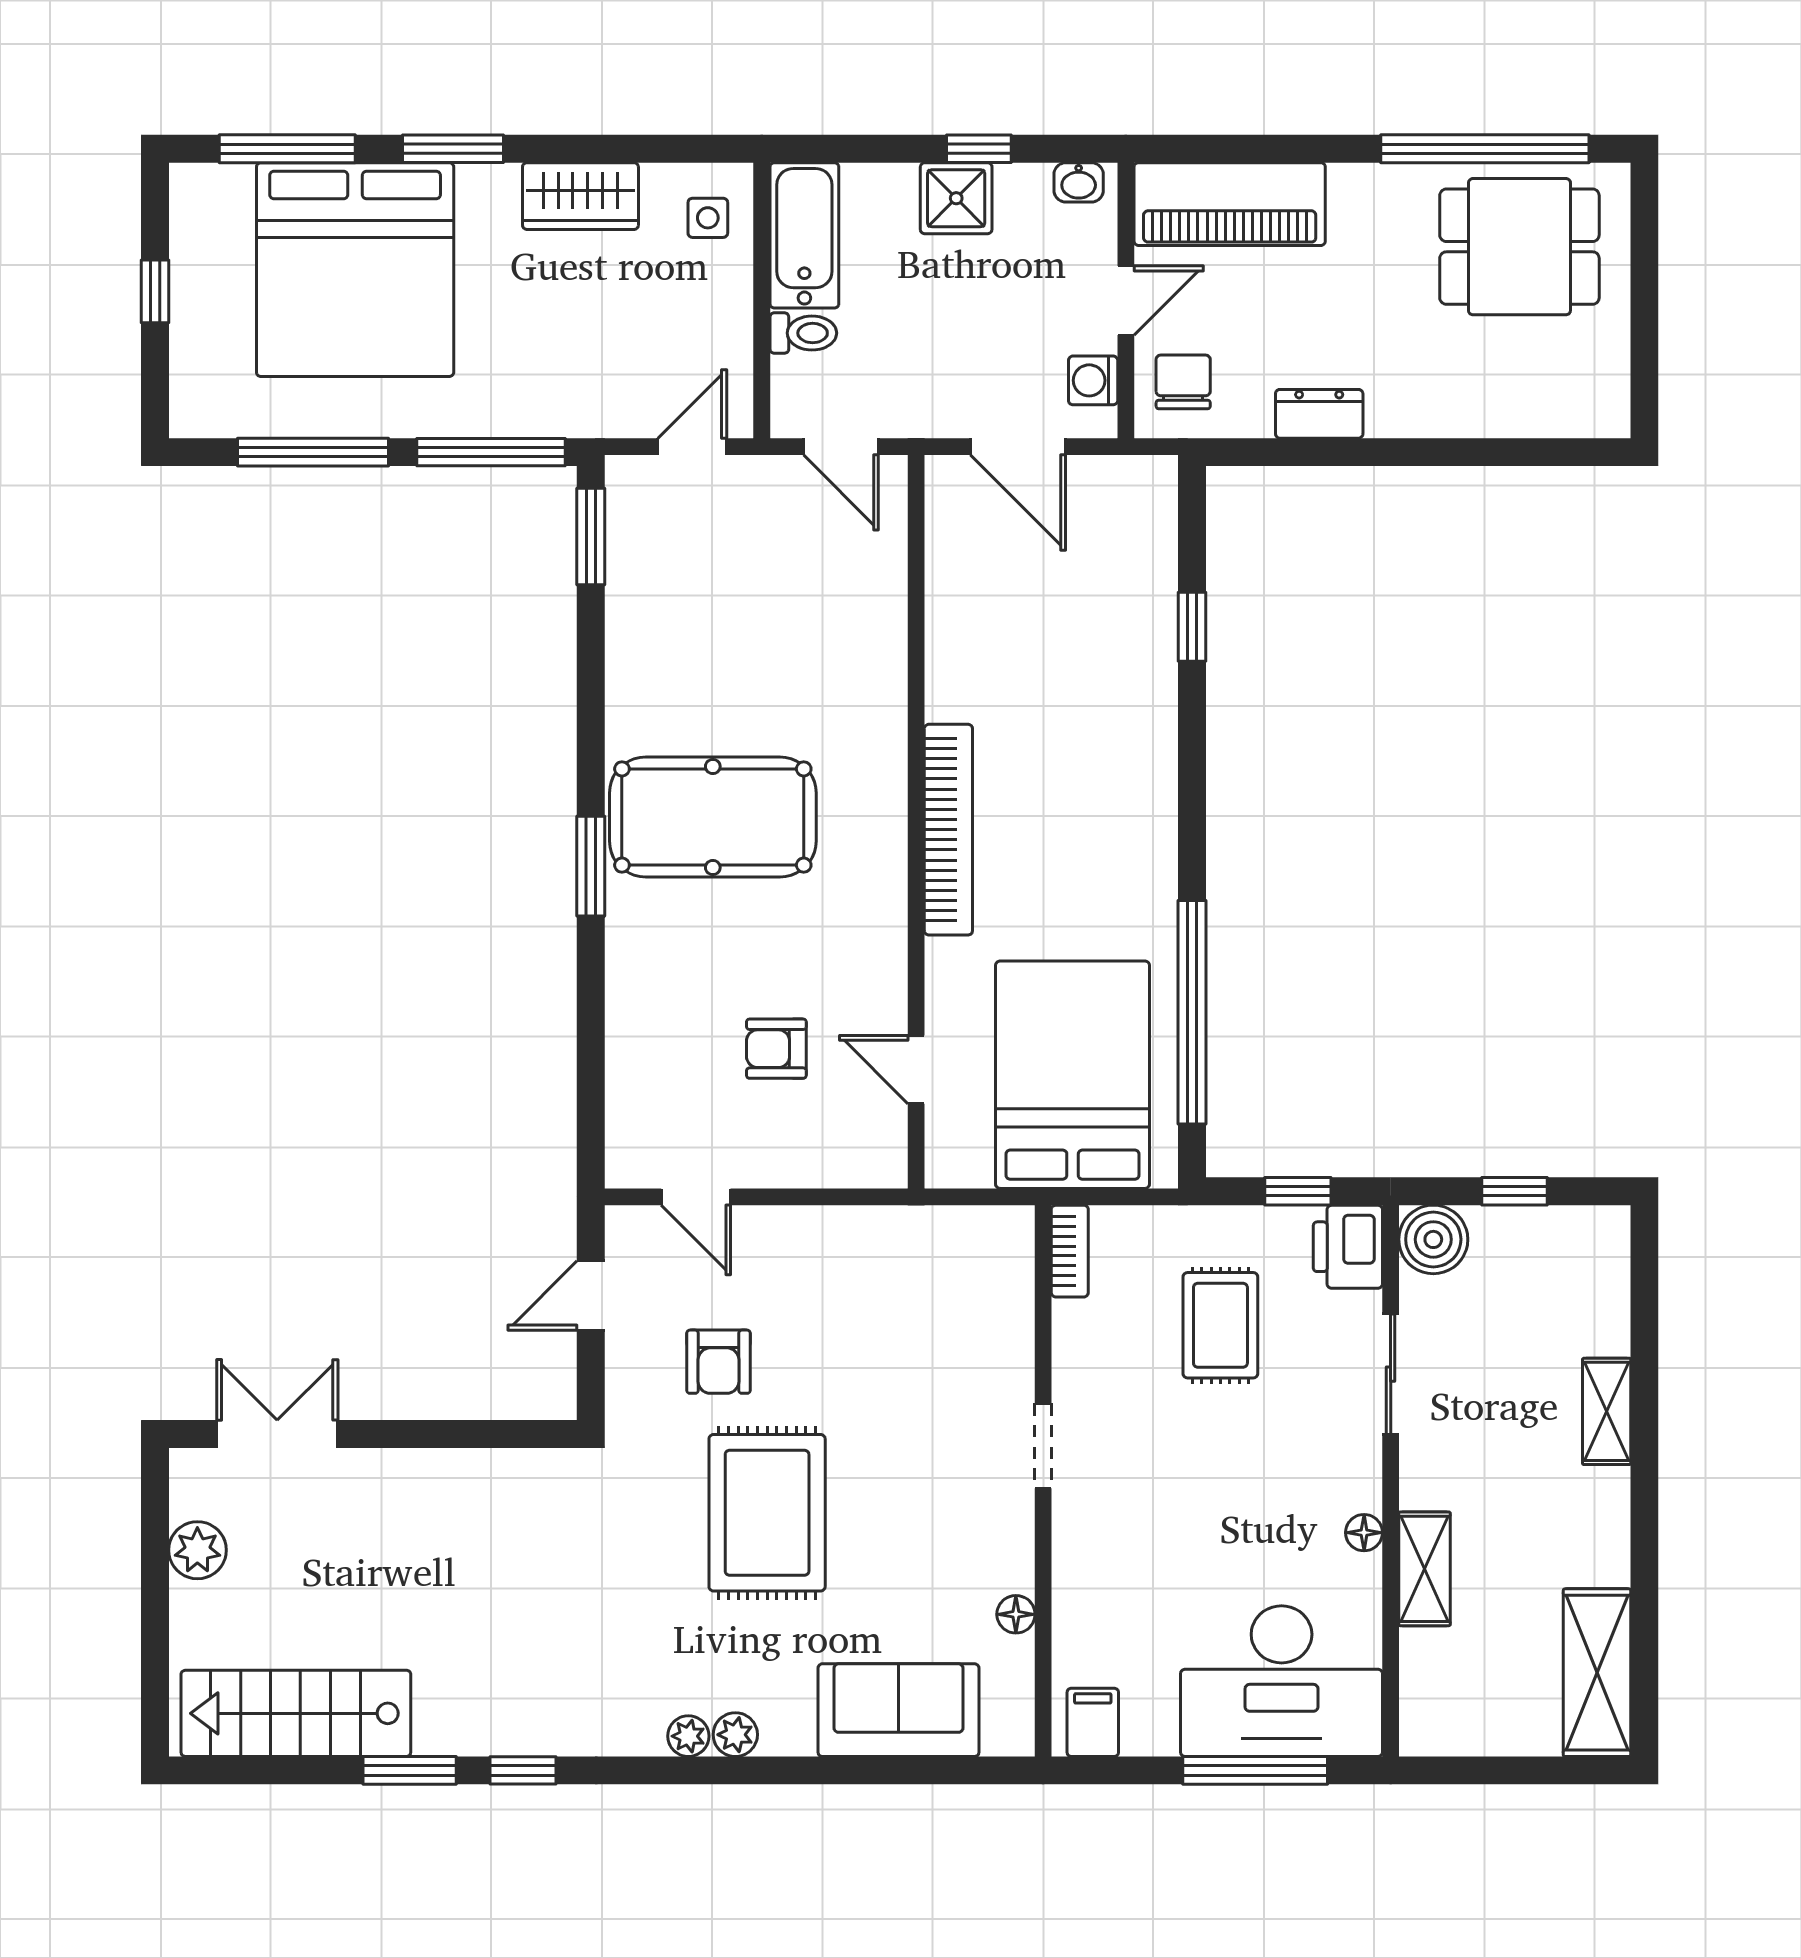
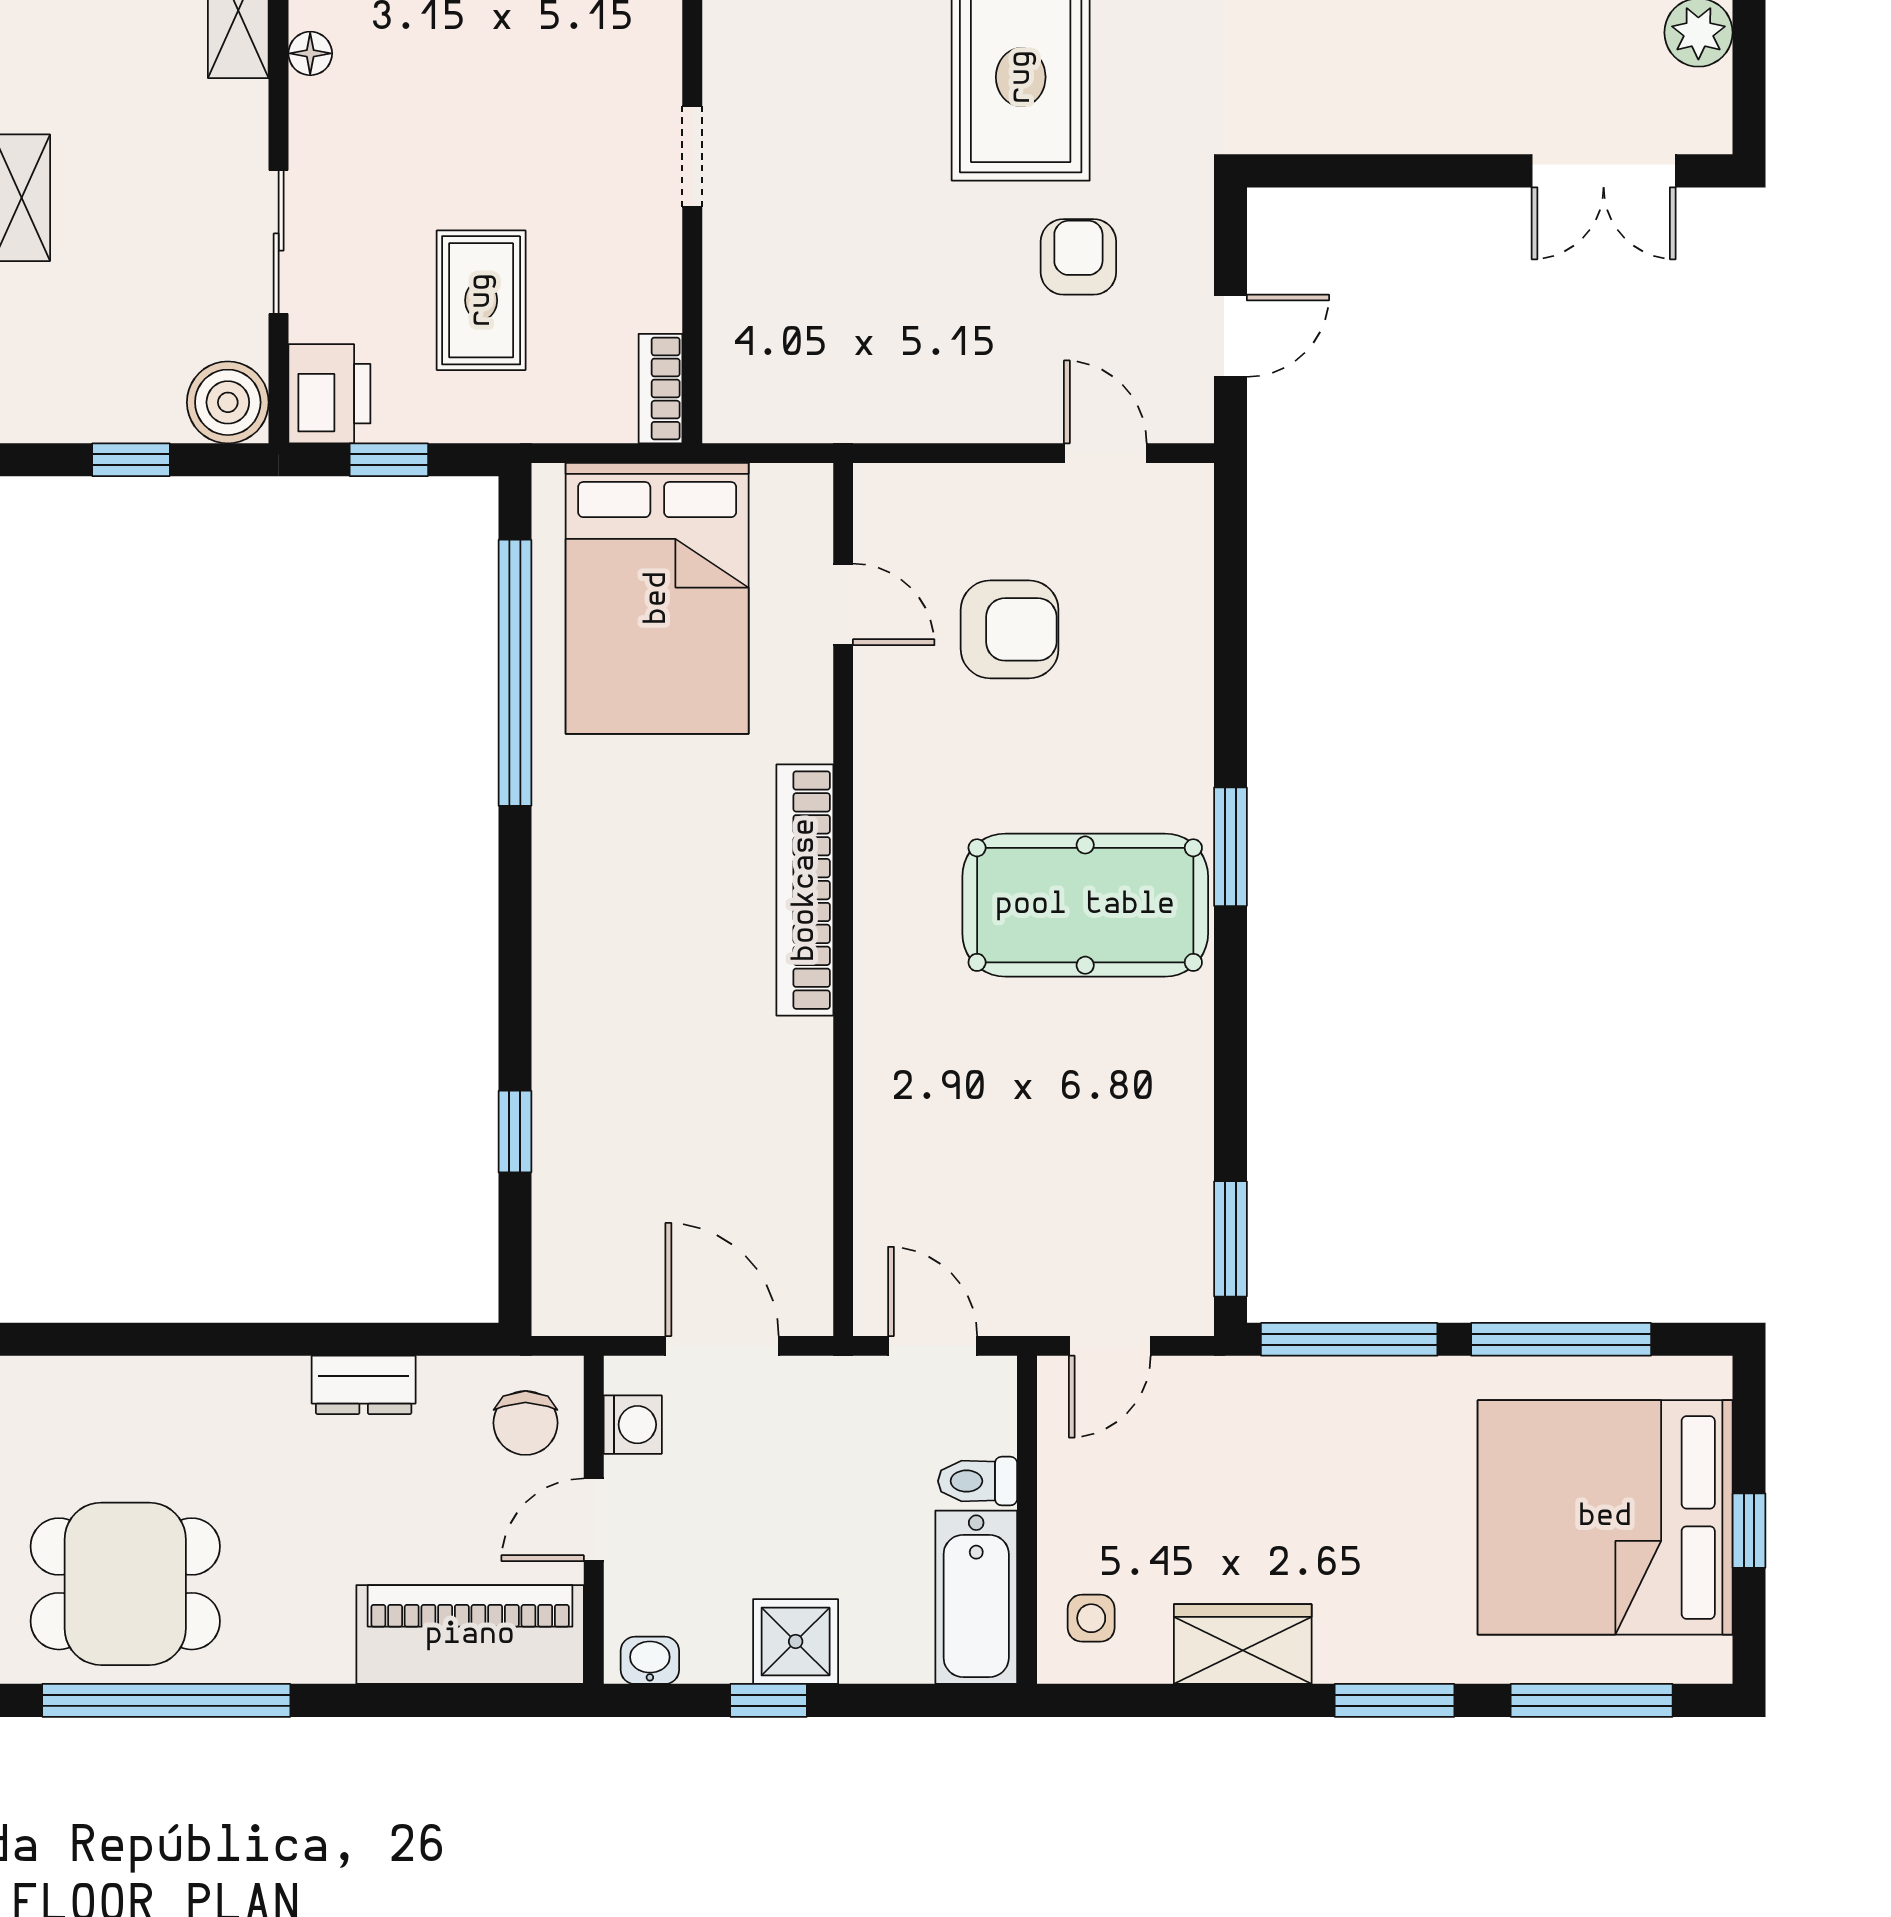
bed: (355, 270) -> (1605, 1517), moved, turned -90
armchair: (776, 1049) -> (1010, 629), width x1.38, depth x1.38

